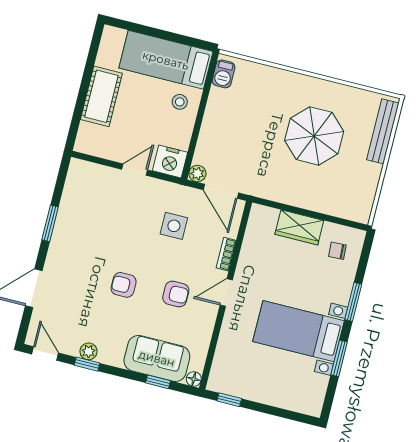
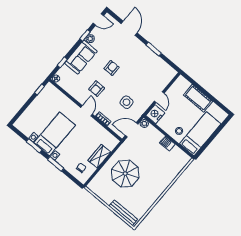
barbecue: (224, 74) -> (167, 144), moved
parasol: (314, 136) -> (125, 174), moved
sofa: (157, 358) -> (81, 57), moved

